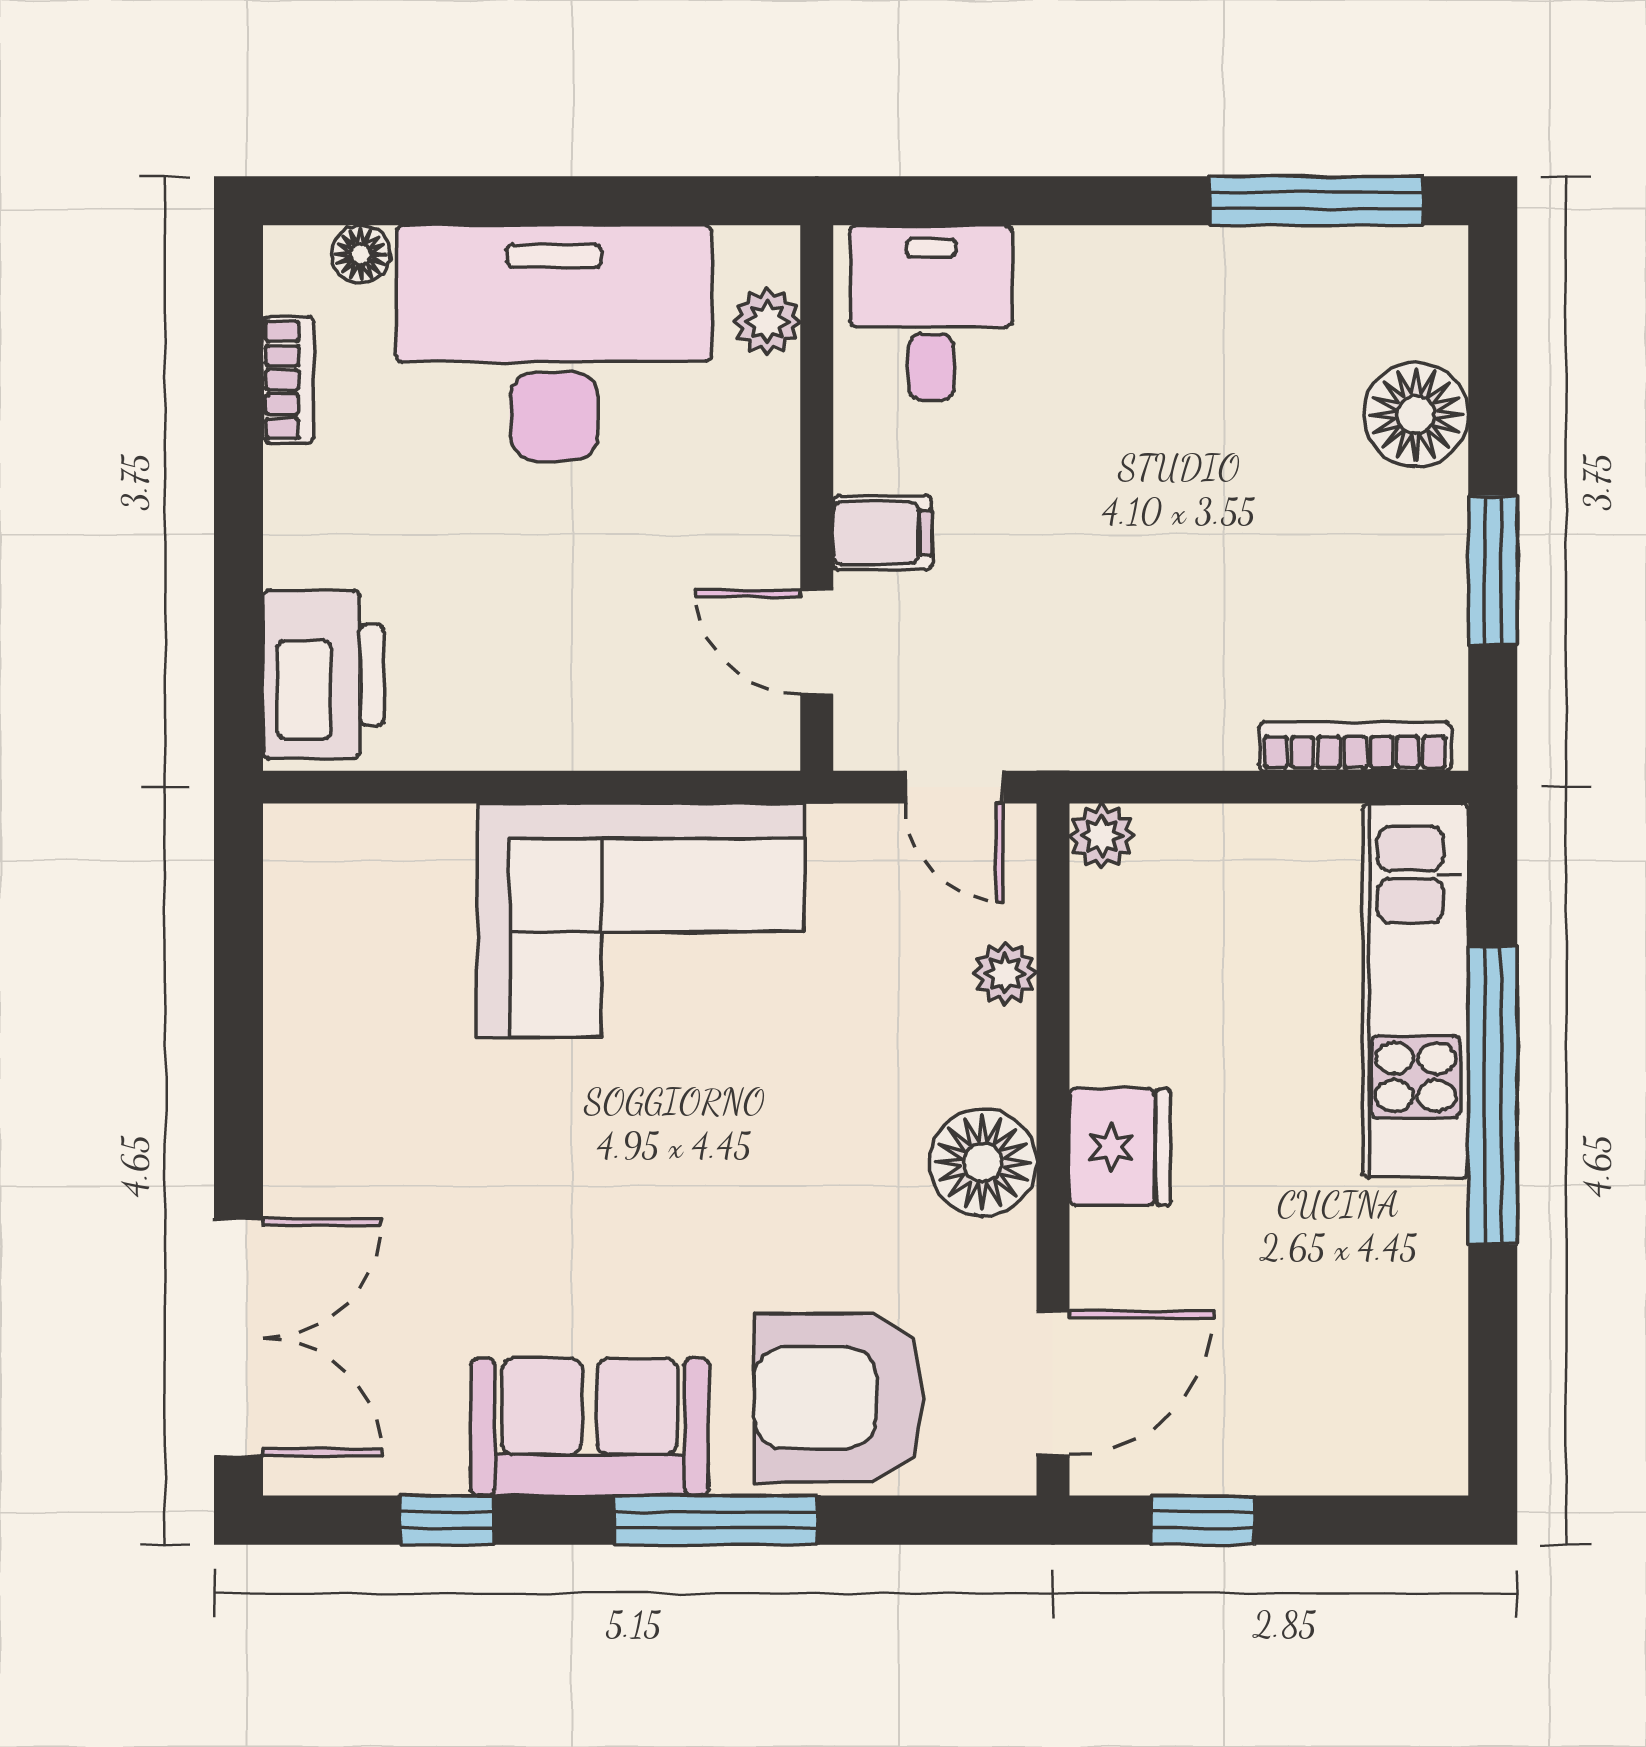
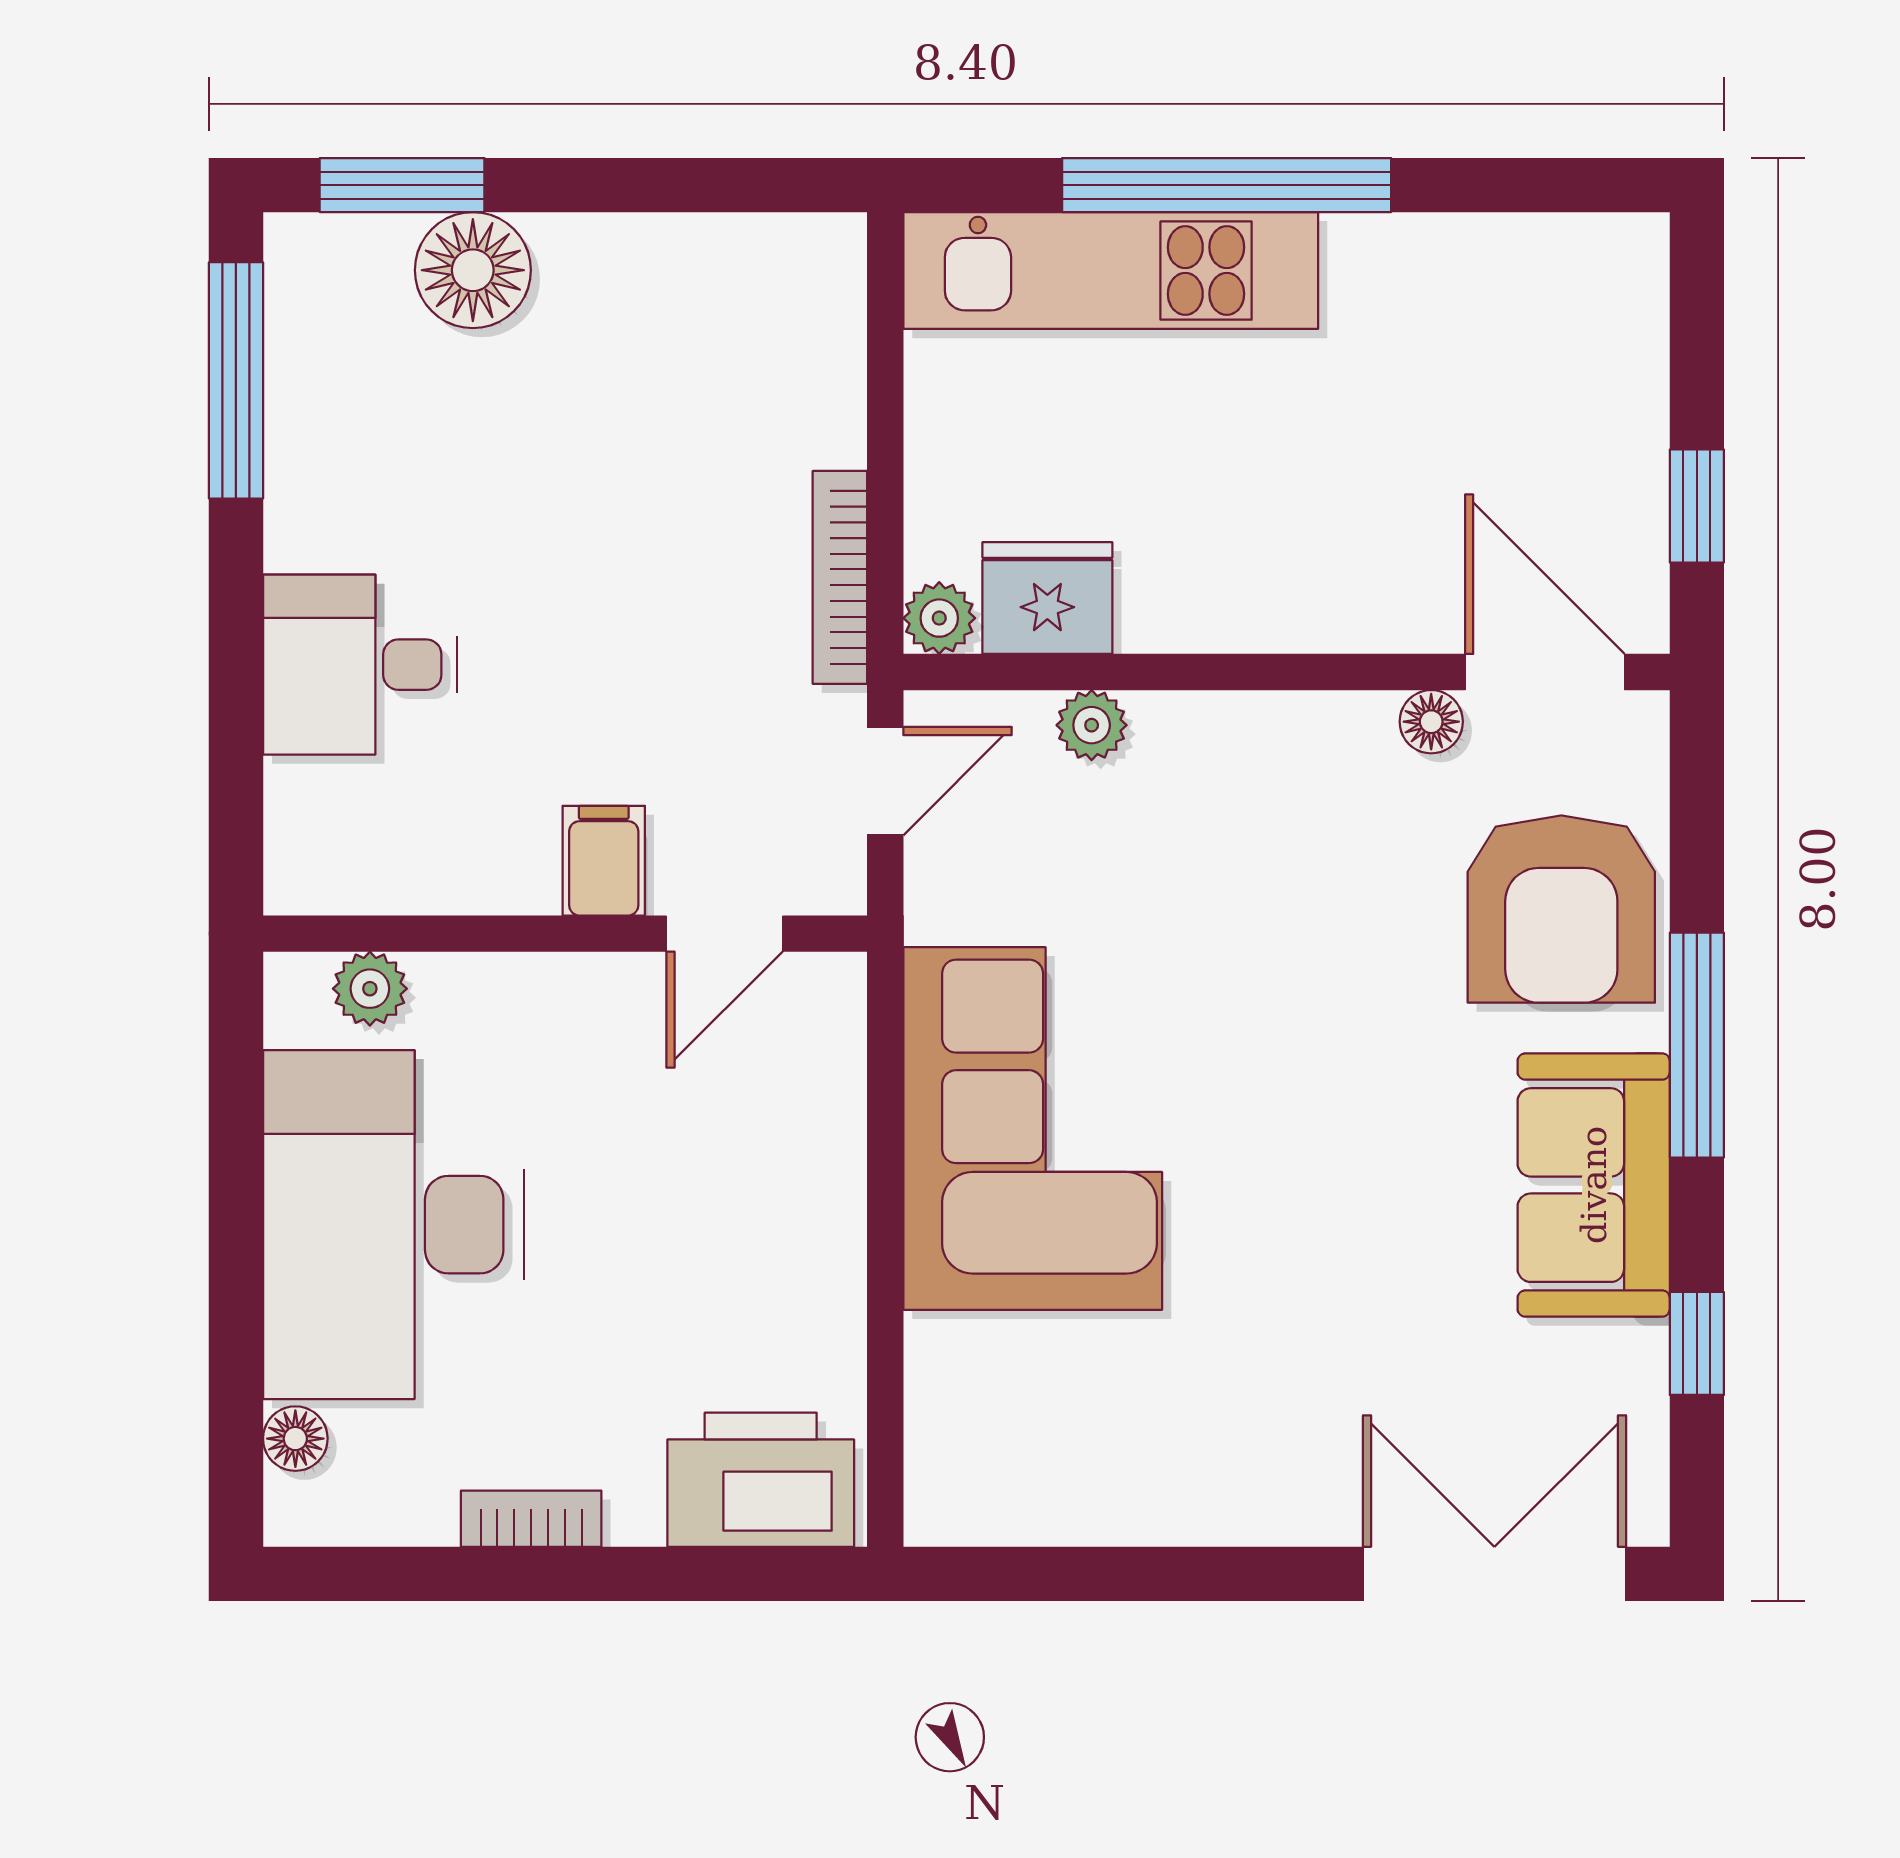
desk: (931, 313) -> (360, 665), moved
bookcase: (288, 380) -> (531, 1519), moved
window: (1493, 570) -> (402, 185), moved
bookcase: (1355, 746) -> (840, 577), moved
fridge: (1120, 1147) -> (1047, 598), moved
floor lamp: (983, 1162) -> (1431, 722), moved, width x0.53, depth x0.53

